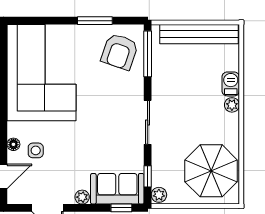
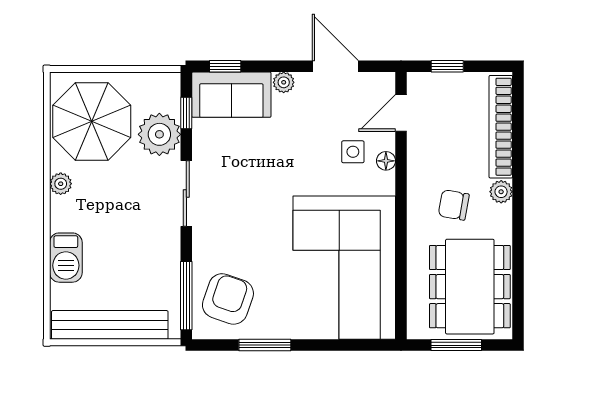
barbecue: (231, 84) -> (66, 258), width x1.38, depth x1.27
plant: (232, 105) -> (61, 184), moved
plant: (159, 195) -> (159, 134), moved, width x1.87, depth x1.87

